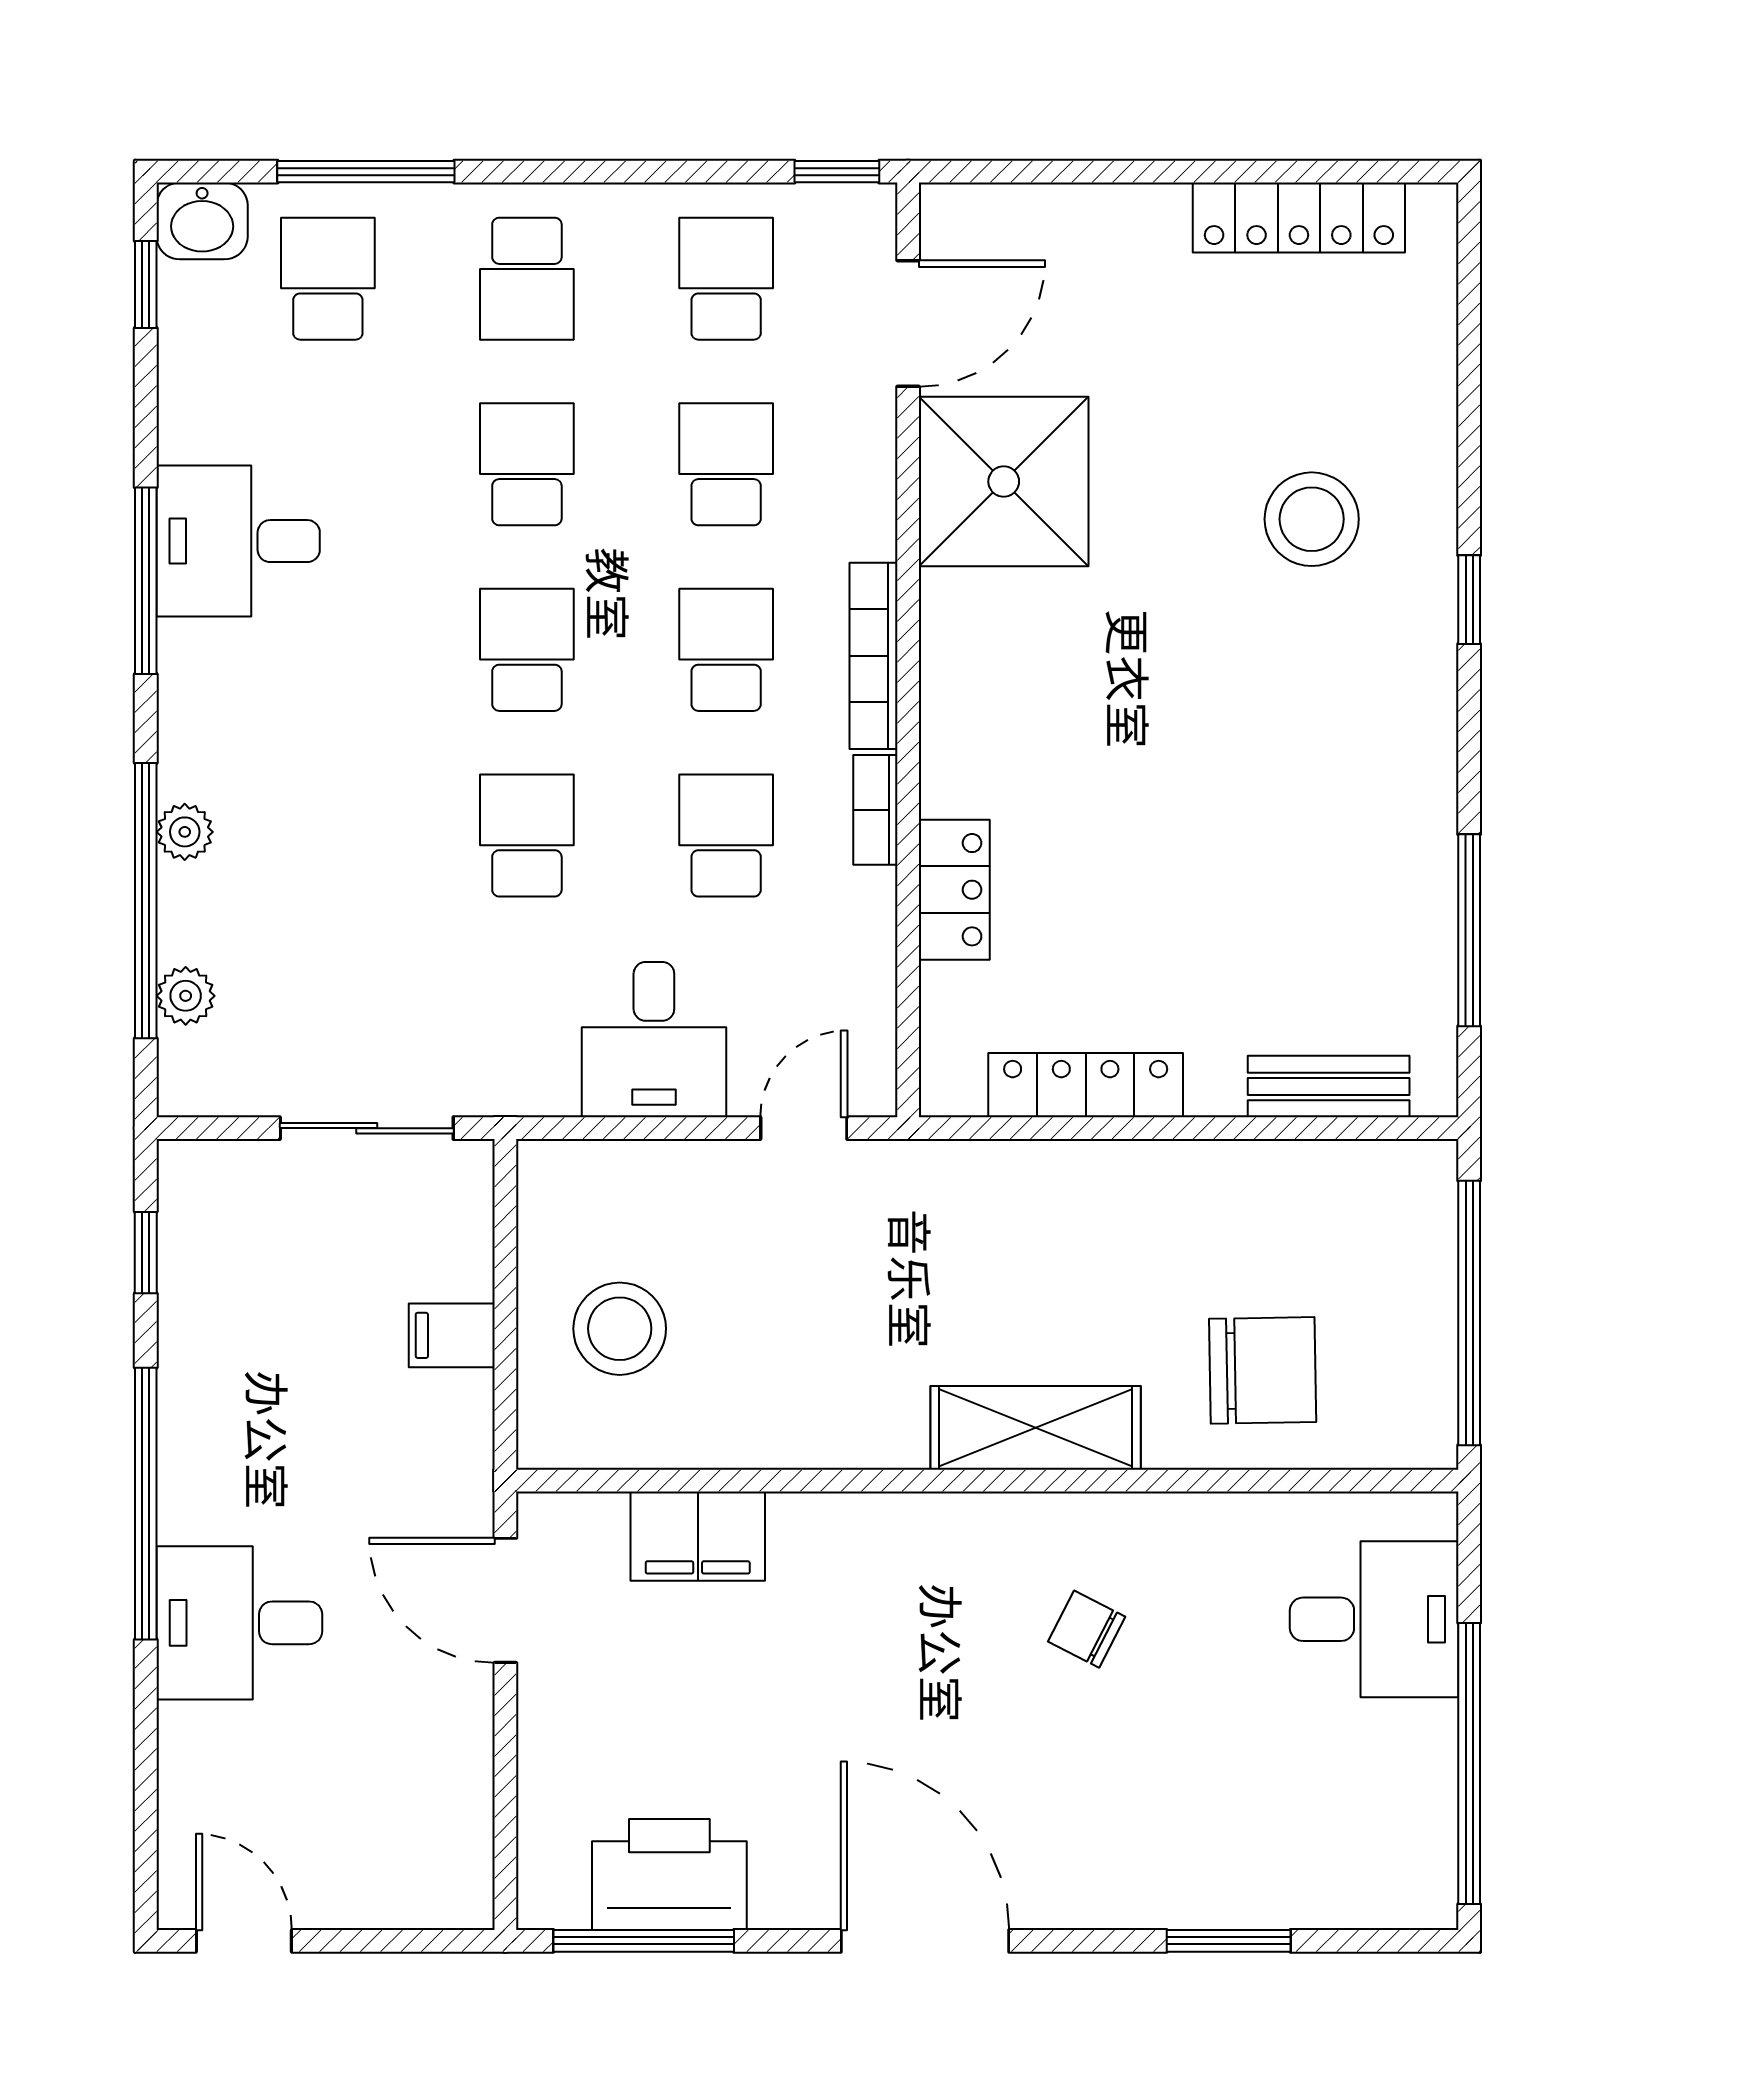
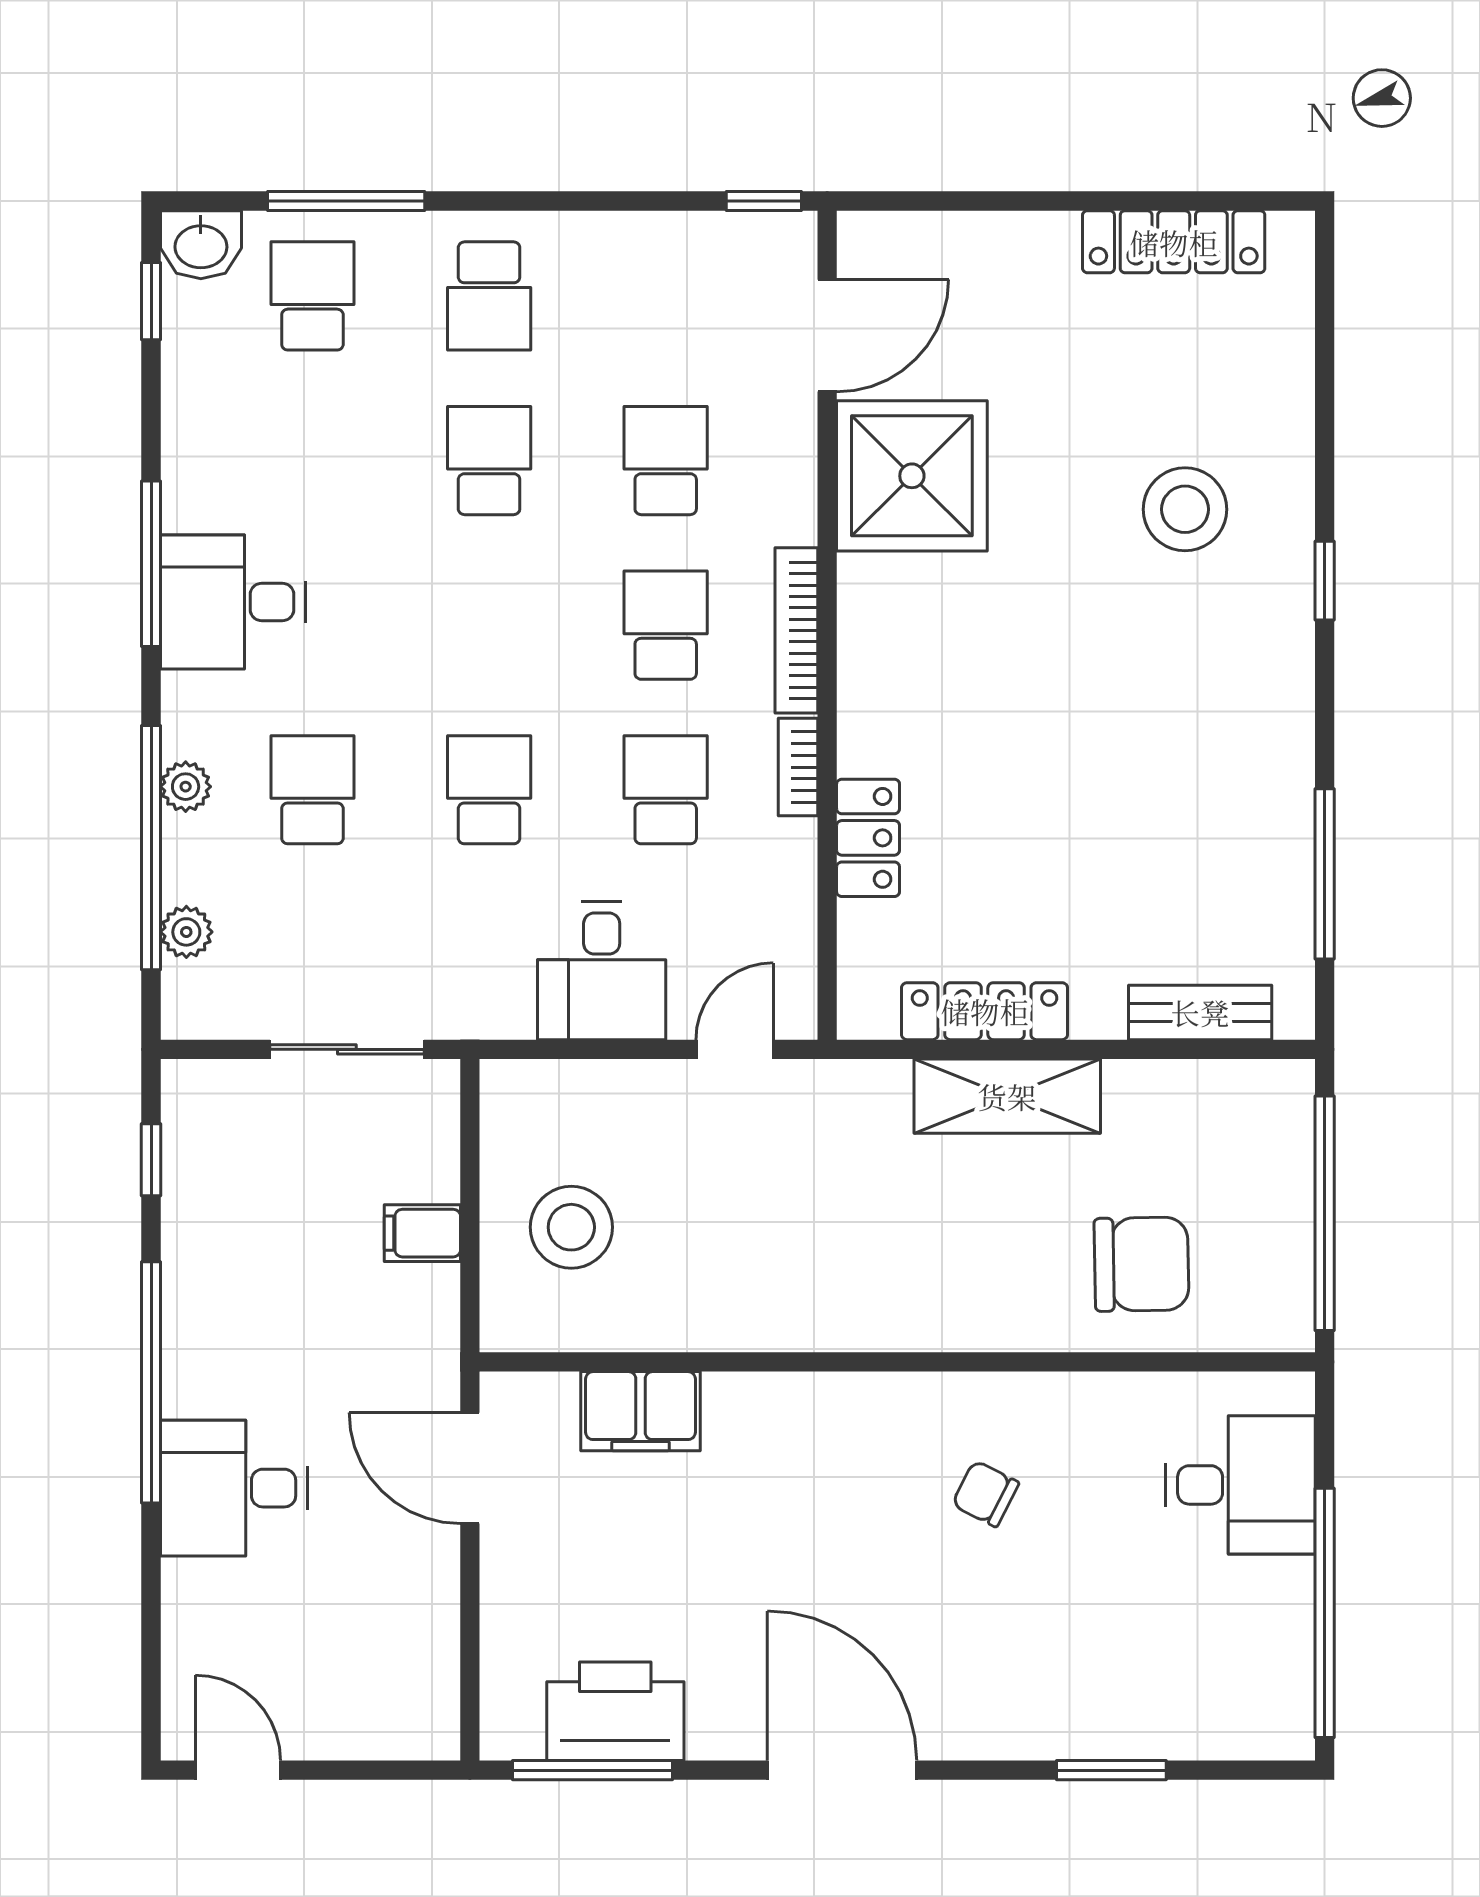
school desk: (726, 279) -> (666, 296), removed
desk: (238, 541) -> (233, 602), moved
school desk: (527, 650) -> (312, 790), moved
shelving: (1036, 1428) -> (1007, 1096), moved

